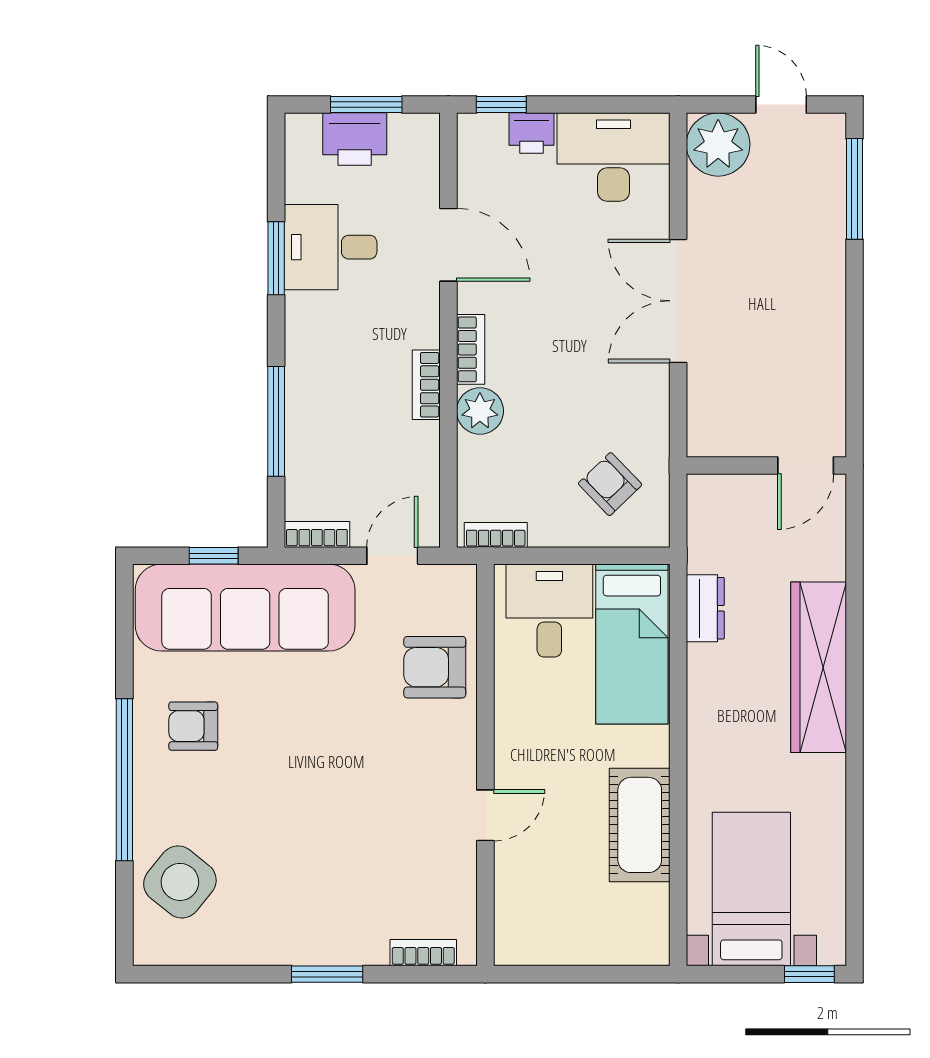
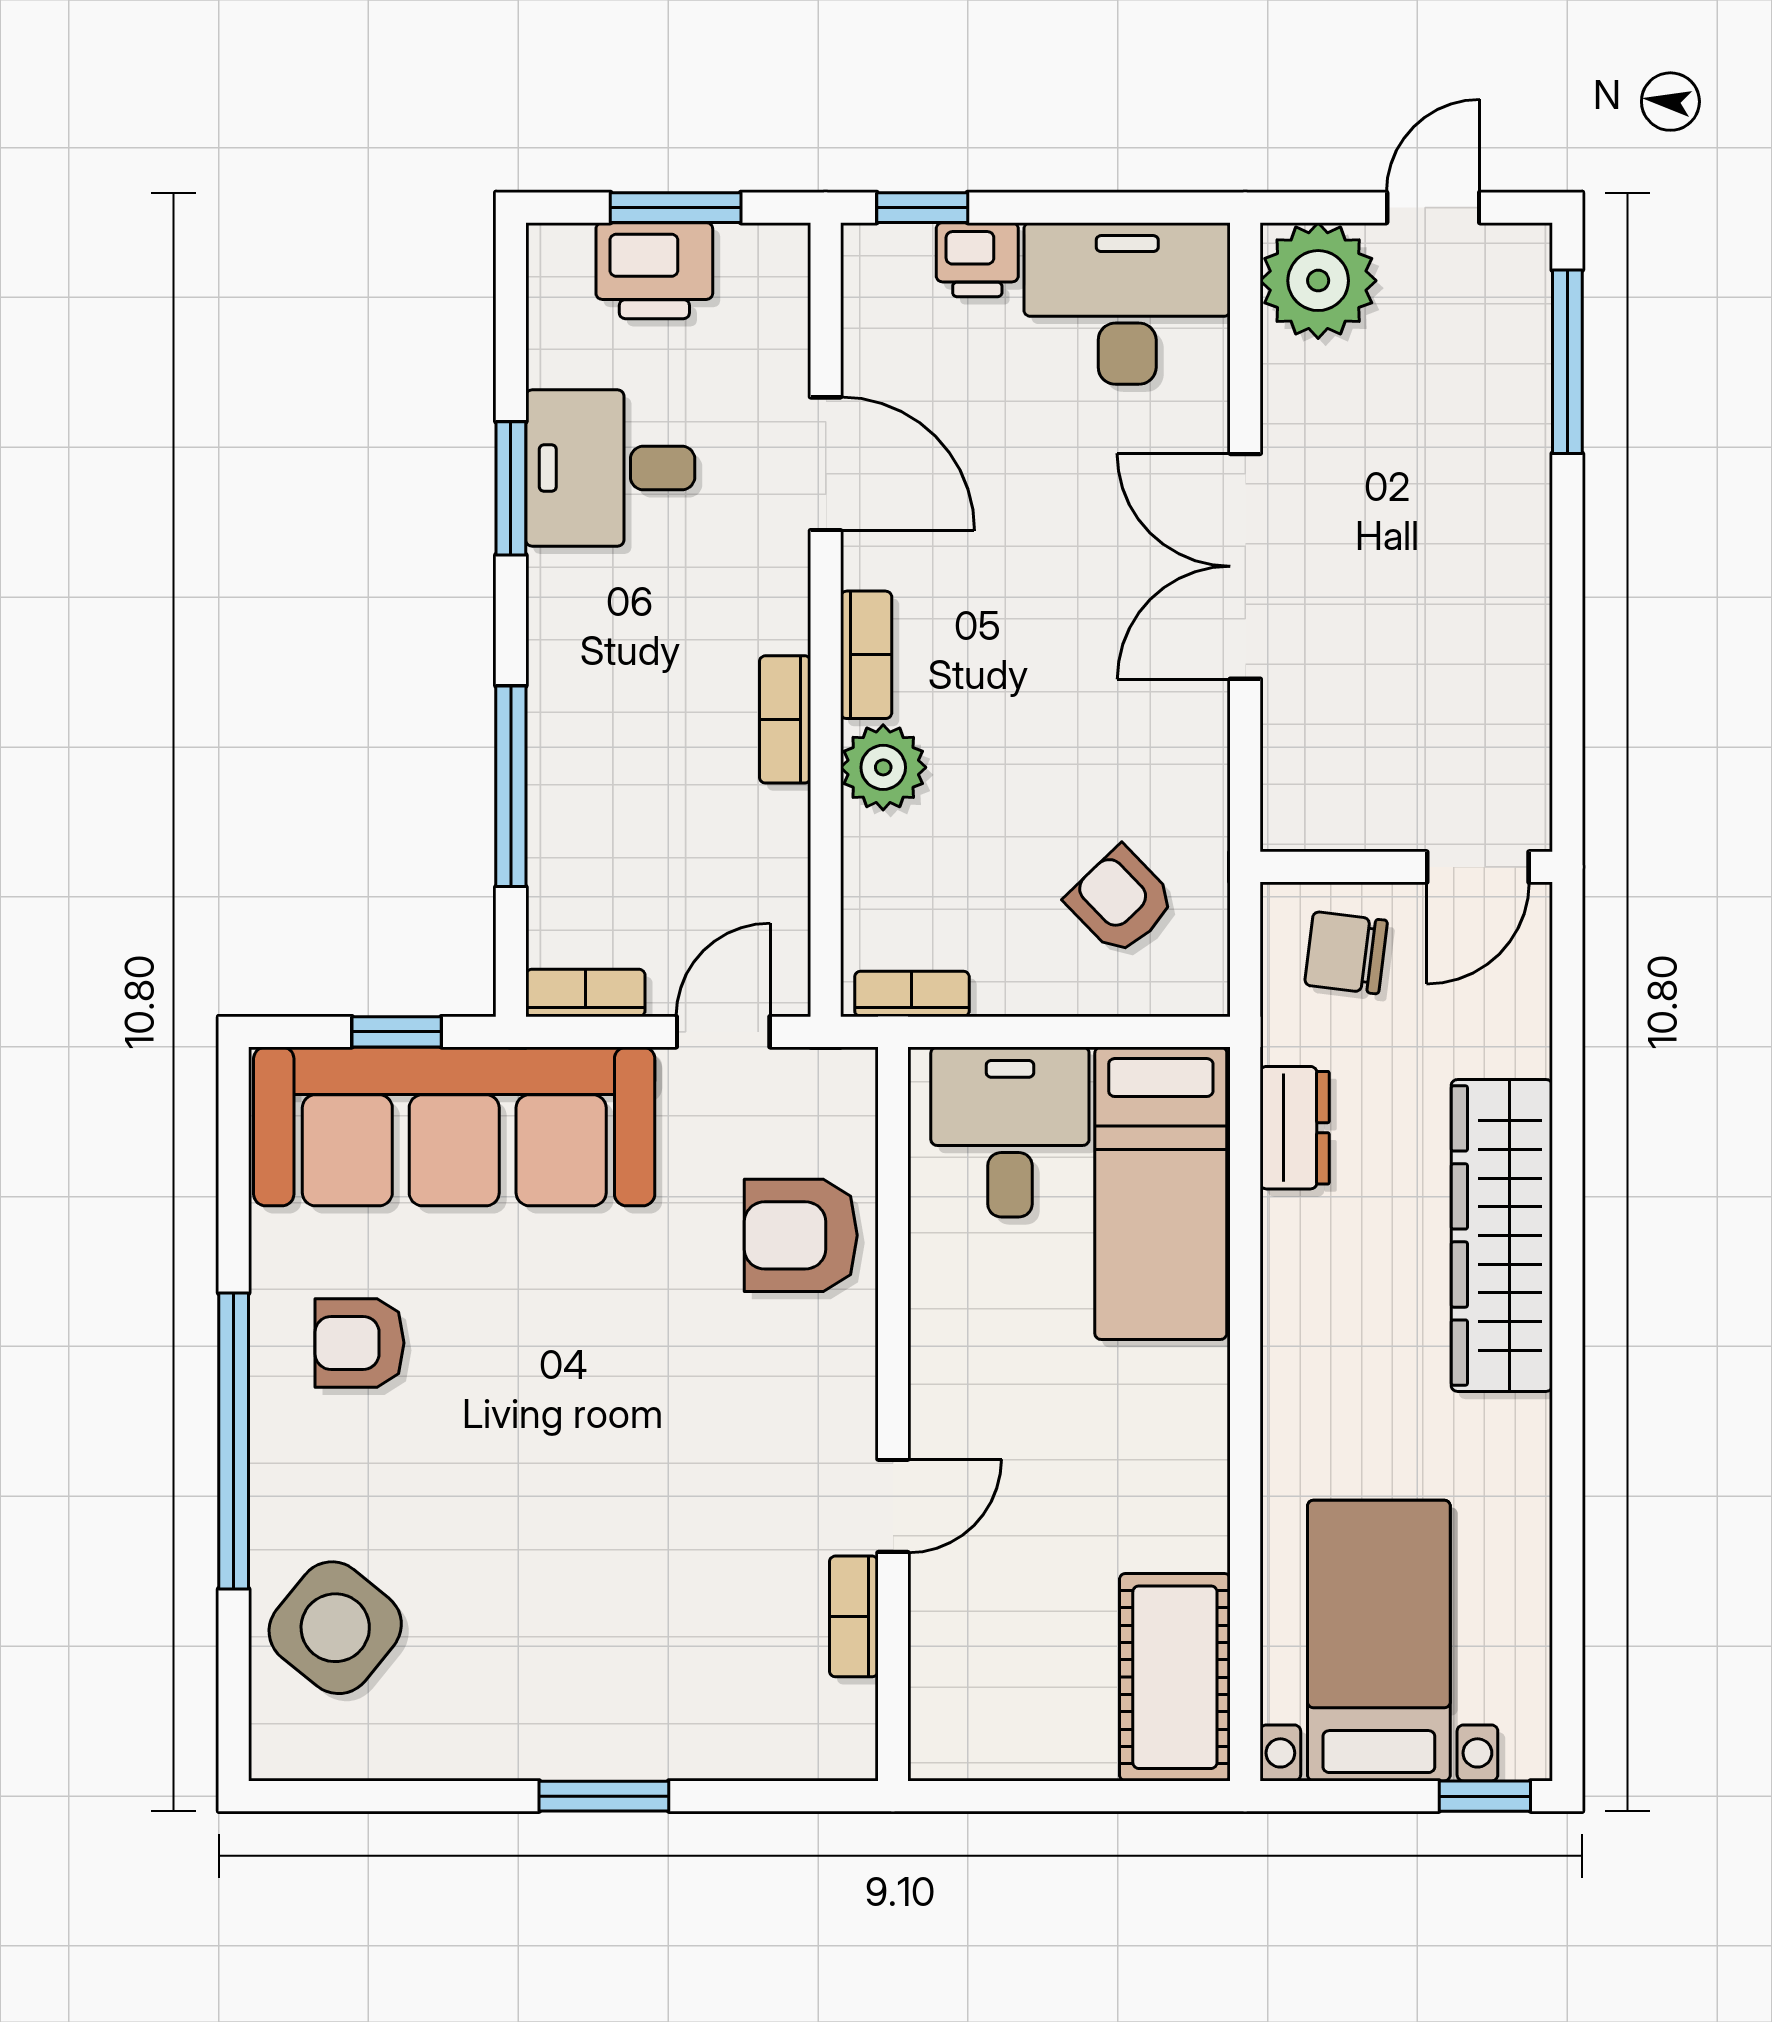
door: (781, 105) -> (1433, 208), hinge flipped
chair: (733, 512) -> (1346, 953), added
cot: (640, 825) -> (1175, 1677), moved
bookcase: (423, 953) -> (854, 1616), moved, turned -90

